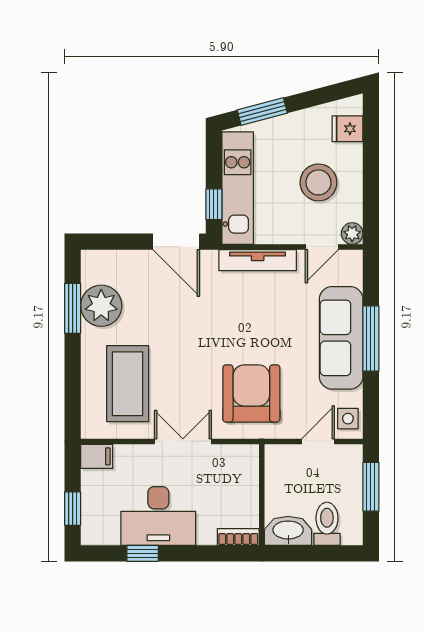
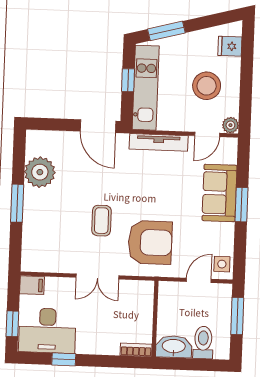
window: (214, 204) -> (128, 80), moved
window: (73, 308) -> (17, 203), moved
sofa: (341, 338) -> (220, 193), width x0.73
window: (371, 339) -> (242, 205), width x0.69
coffee table: (128, 384) -> (102, 221), moved, width x0.54, depth x0.58
armchair: (251, 393) -> (150, 242), turned 90
double door: (183, 441) -> (97, 276), swing flipped
desk: (158, 516) -> (47, 331), moved

